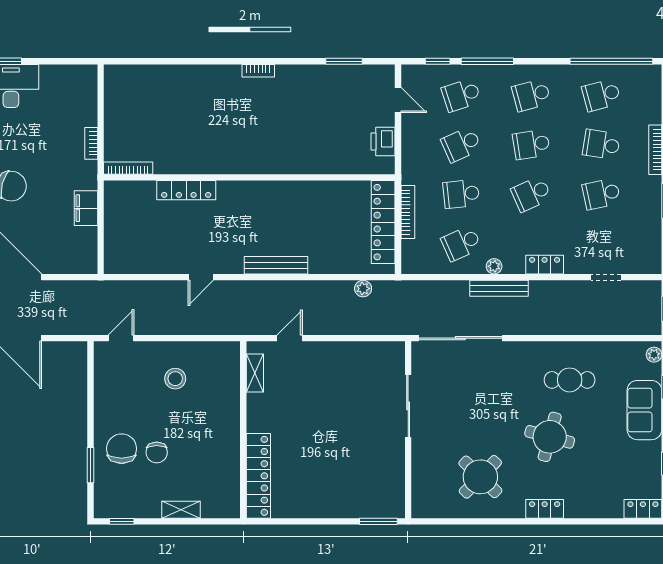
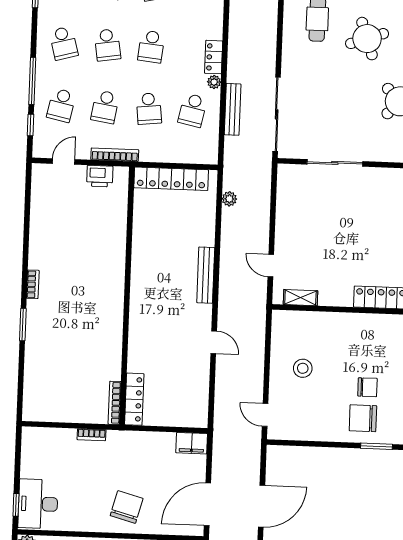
window: (344, 61) -> (23, 325), moved
school desk: (461, 95) -> (61, 105), turned 30
school desk: (461, 144) -> (105, 107), turned 33
locker: (186, 190) -> (134, 399), moved
school desk: (531, 194) -> (151, 47), turned 30
filing cabinet: (86, 208) -> (192, 443), moved
bookcase: (408, 212) -> (115, 155), moved
school desk: (461, 243) -> (193, 110), turned 36
locker: (545, 265) -> (214, 57), moved
bench: (499, 288) -> (233, 109), moved
round table: (550, 437) -> (367, 39), turned -34

